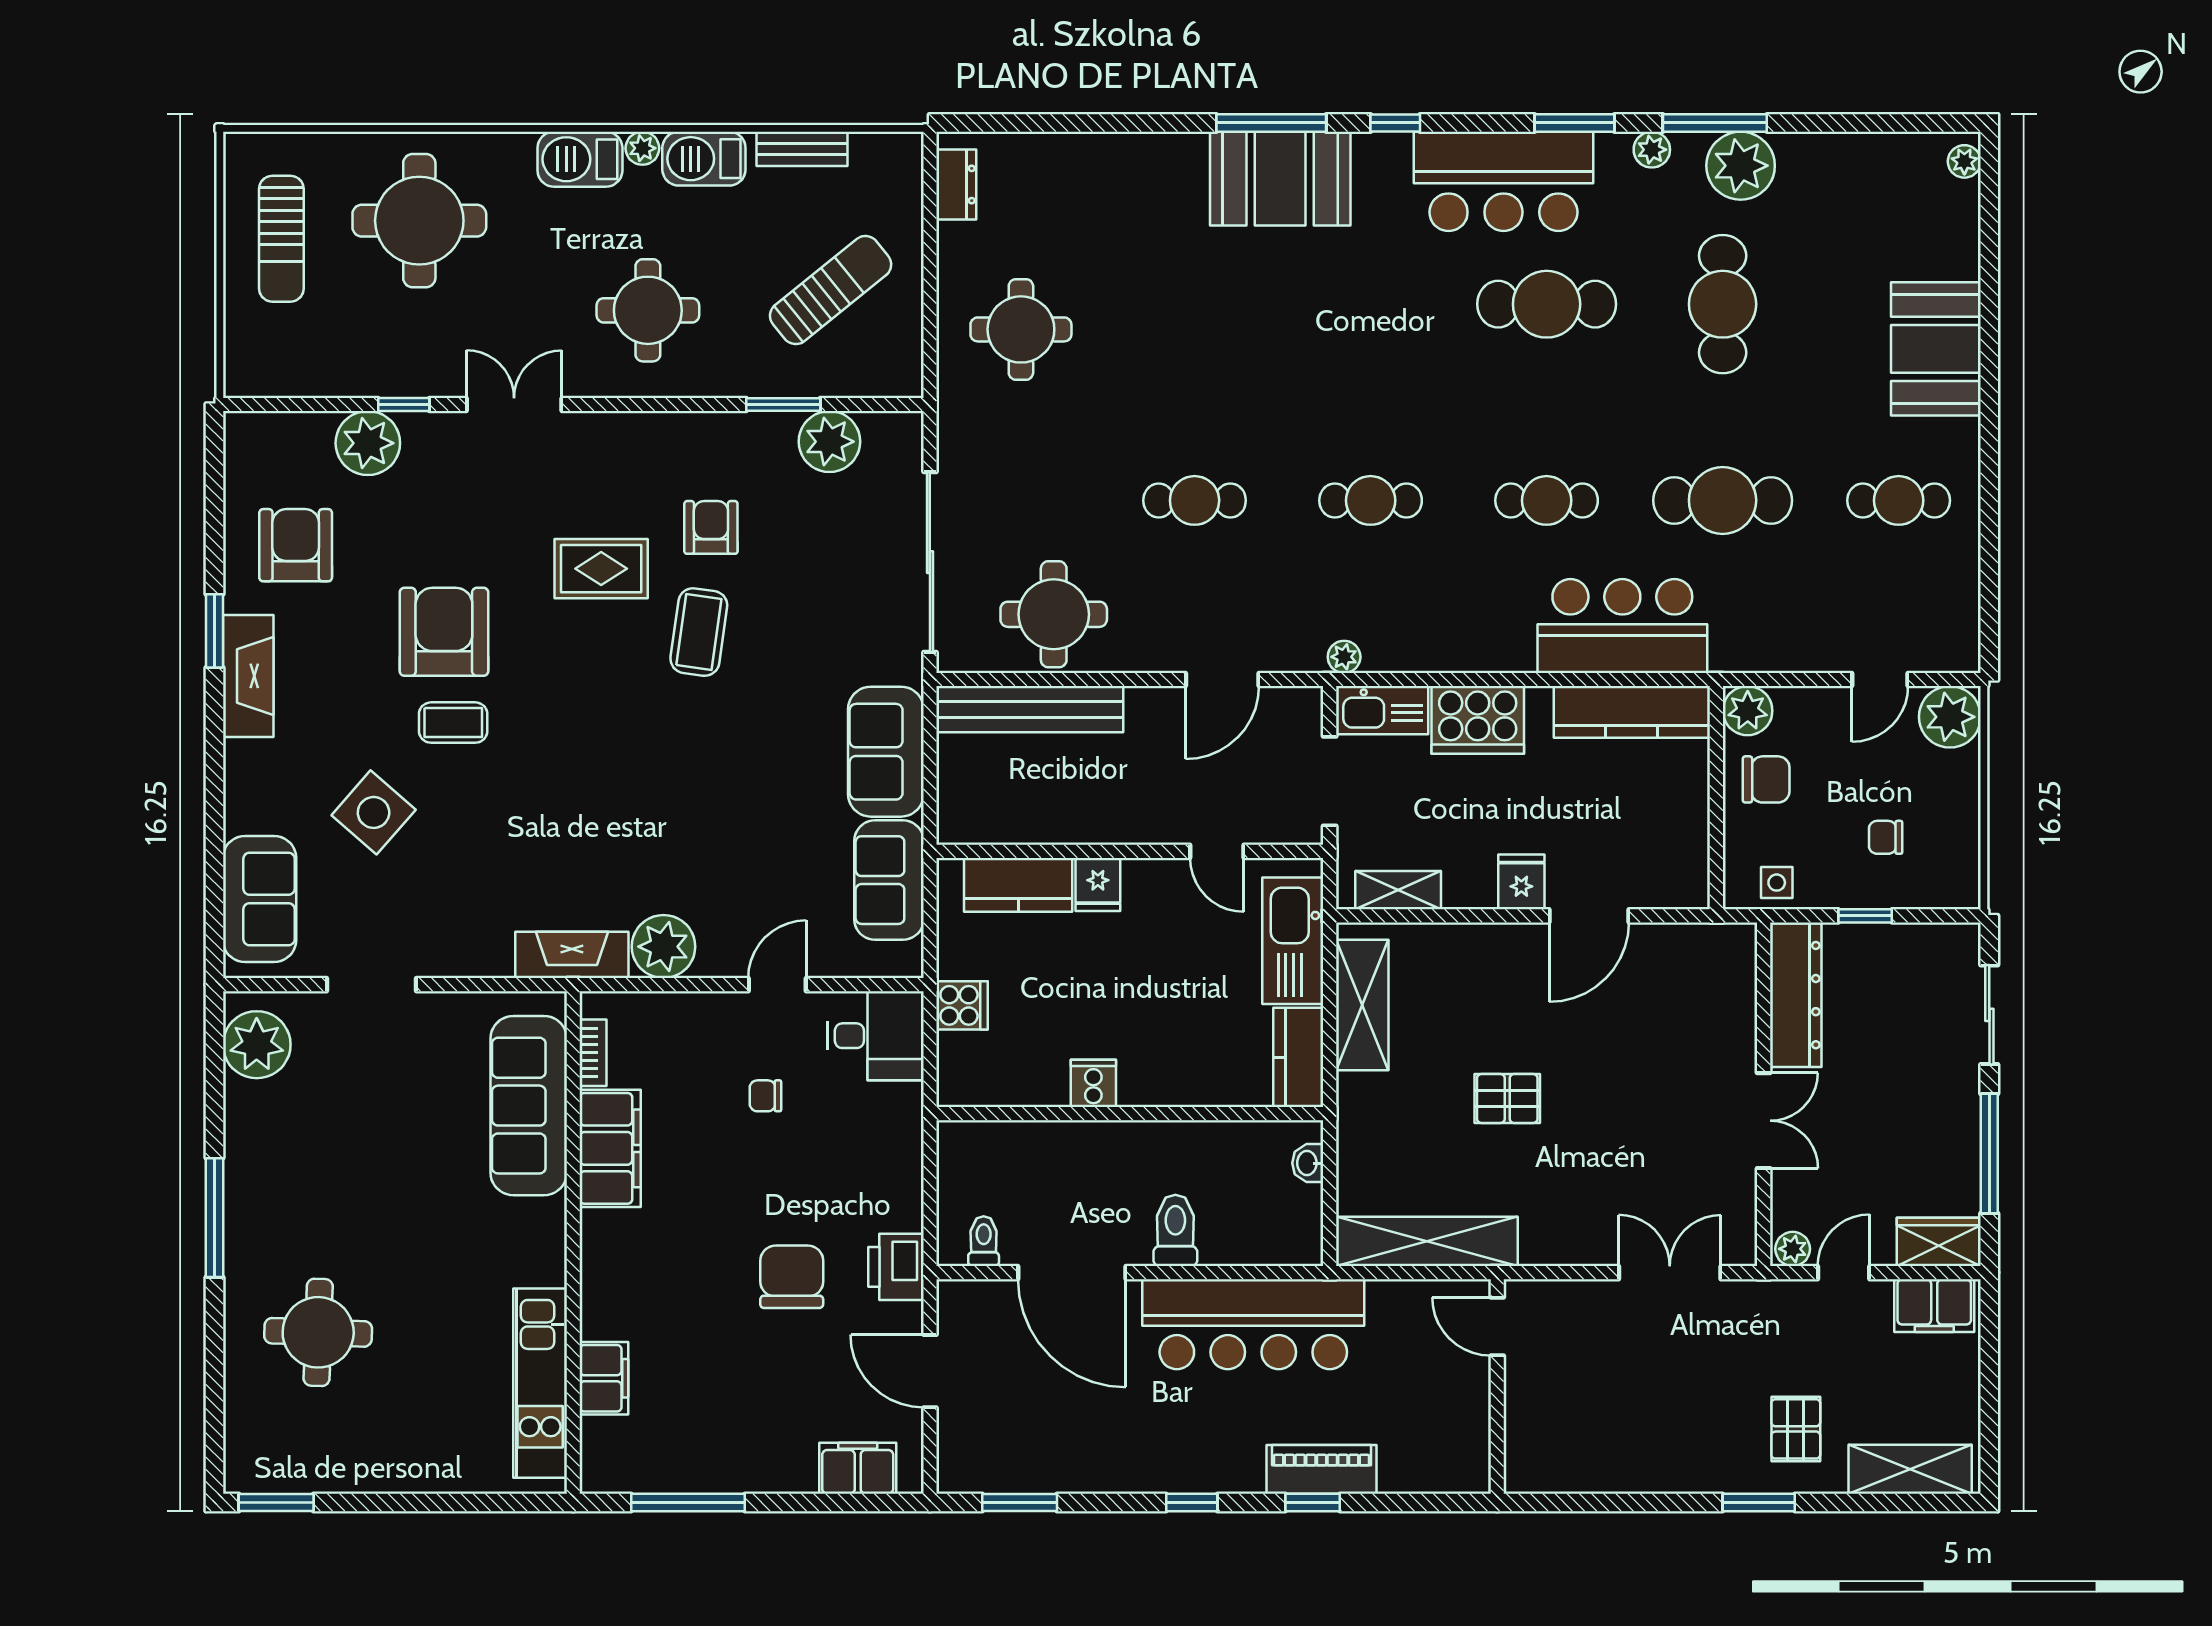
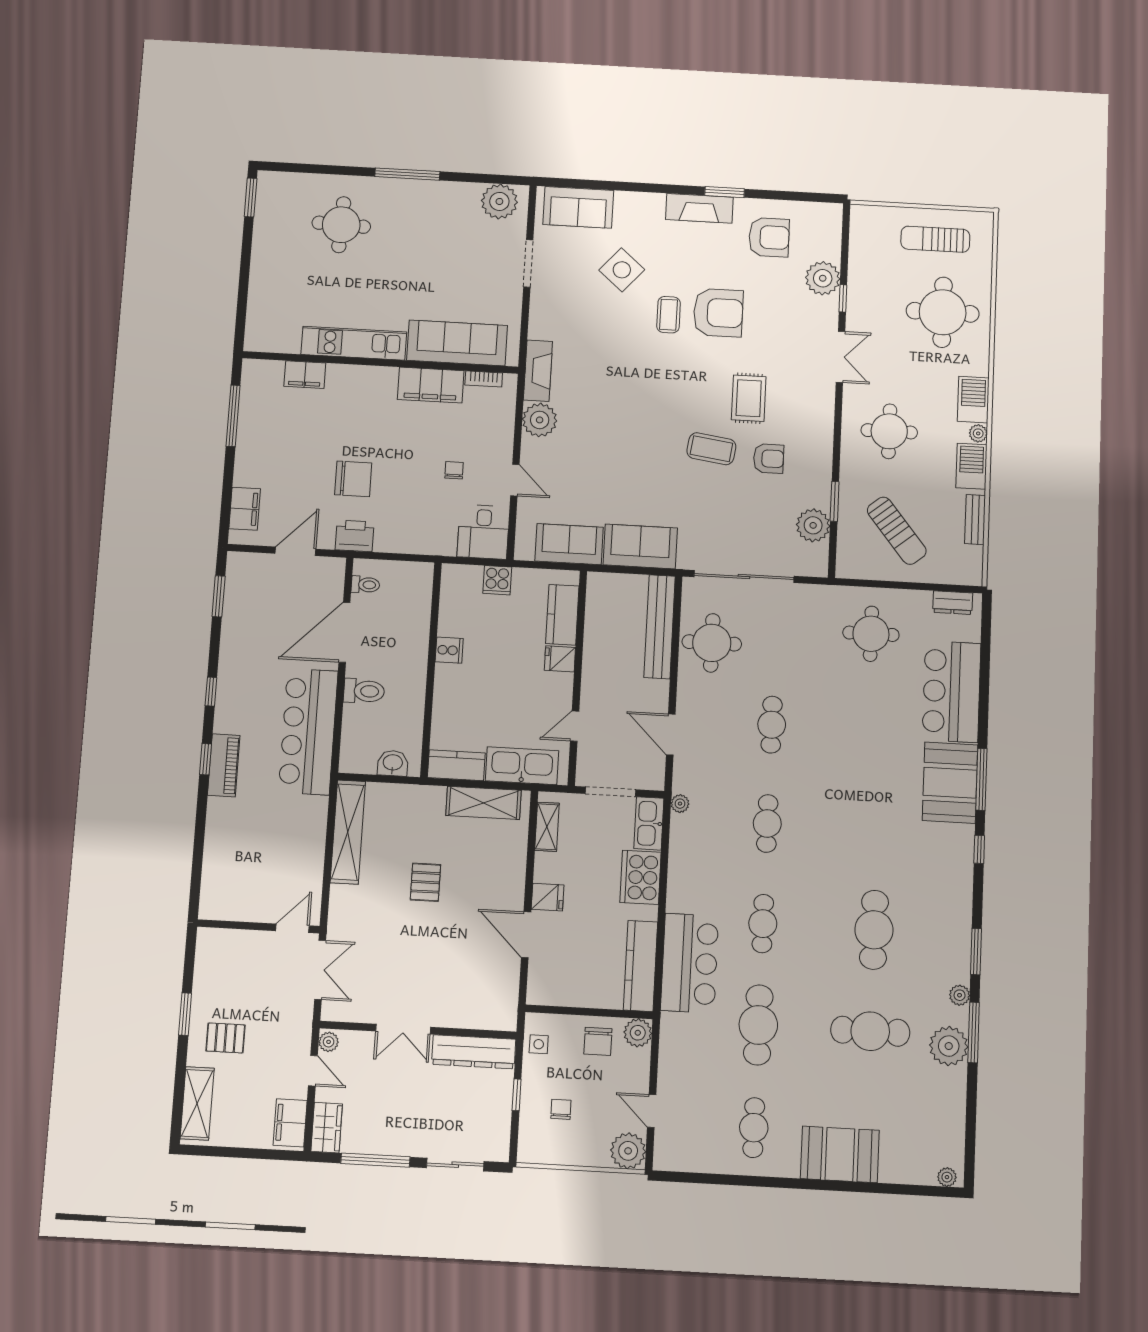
bar counter: (1503, 181) -> (952, 692), moved
washbasin: (1308, 1163) -> (393, 763), width x1.38, depth x1.45
door: (1497, 1327) -> (292, 928), moved
kitchen unit: (540, 1383) -> (354, 343), moved
wall: (1497, 1386) -> (258, 926), moved

